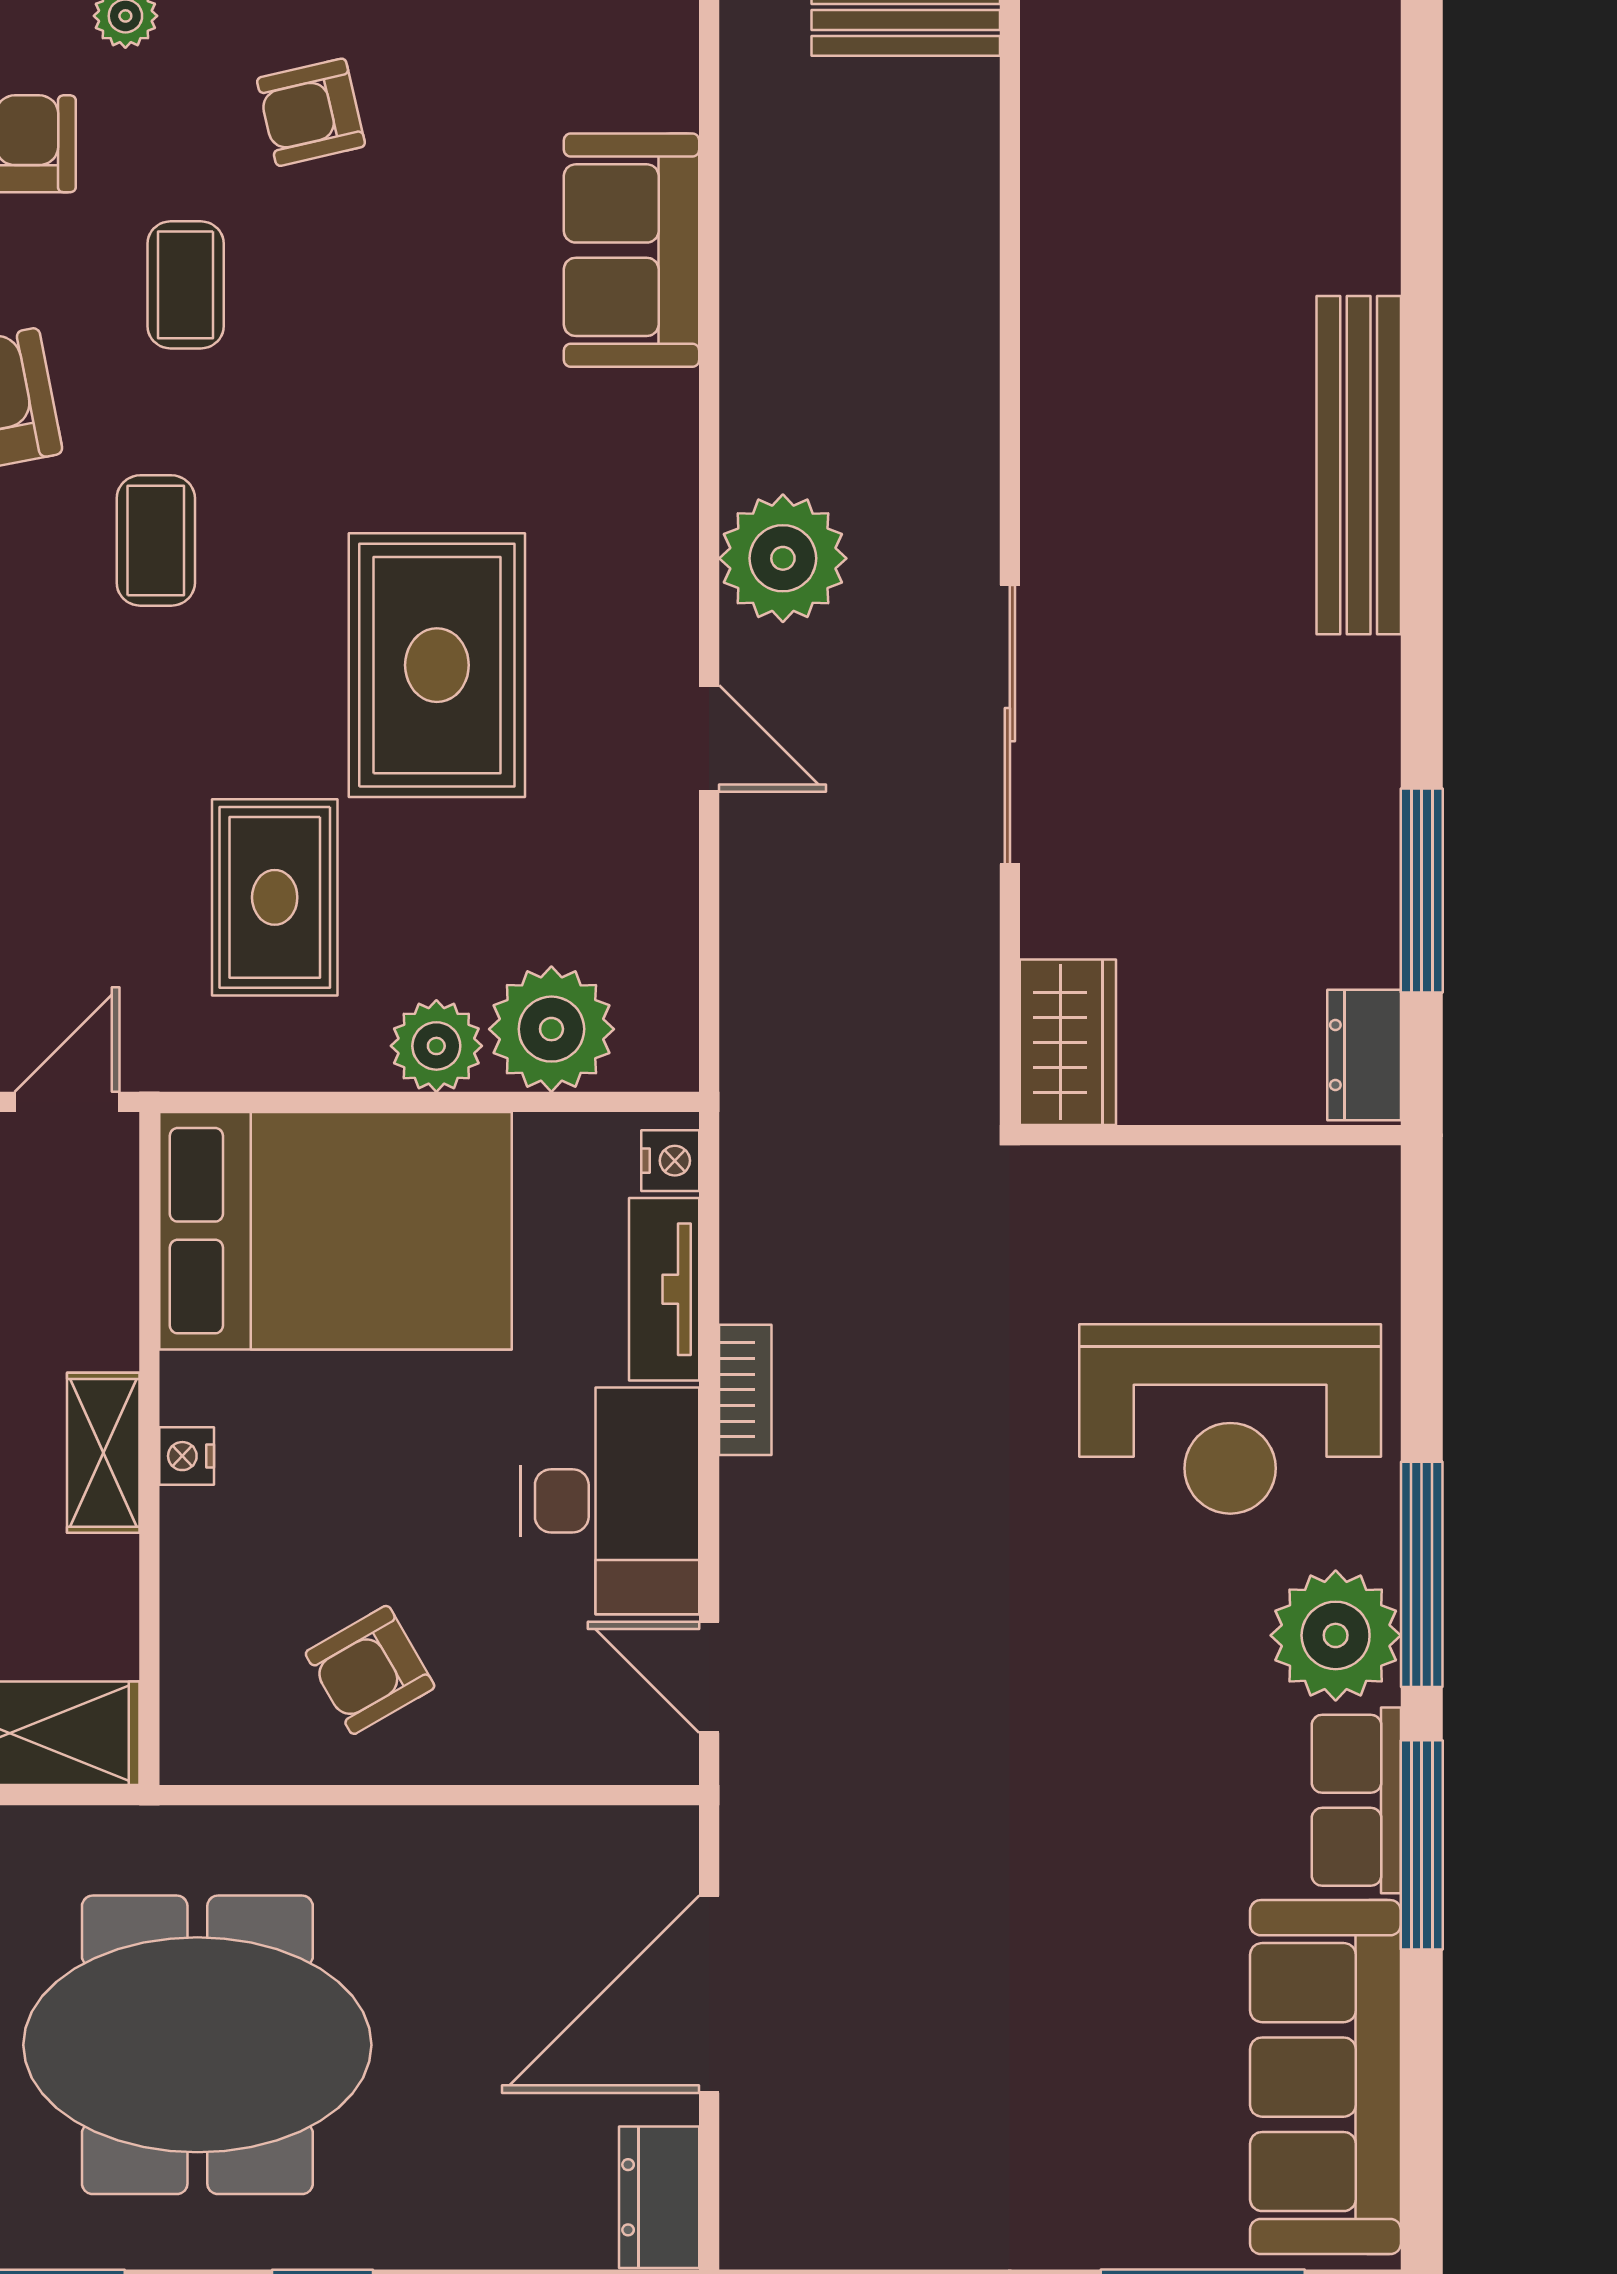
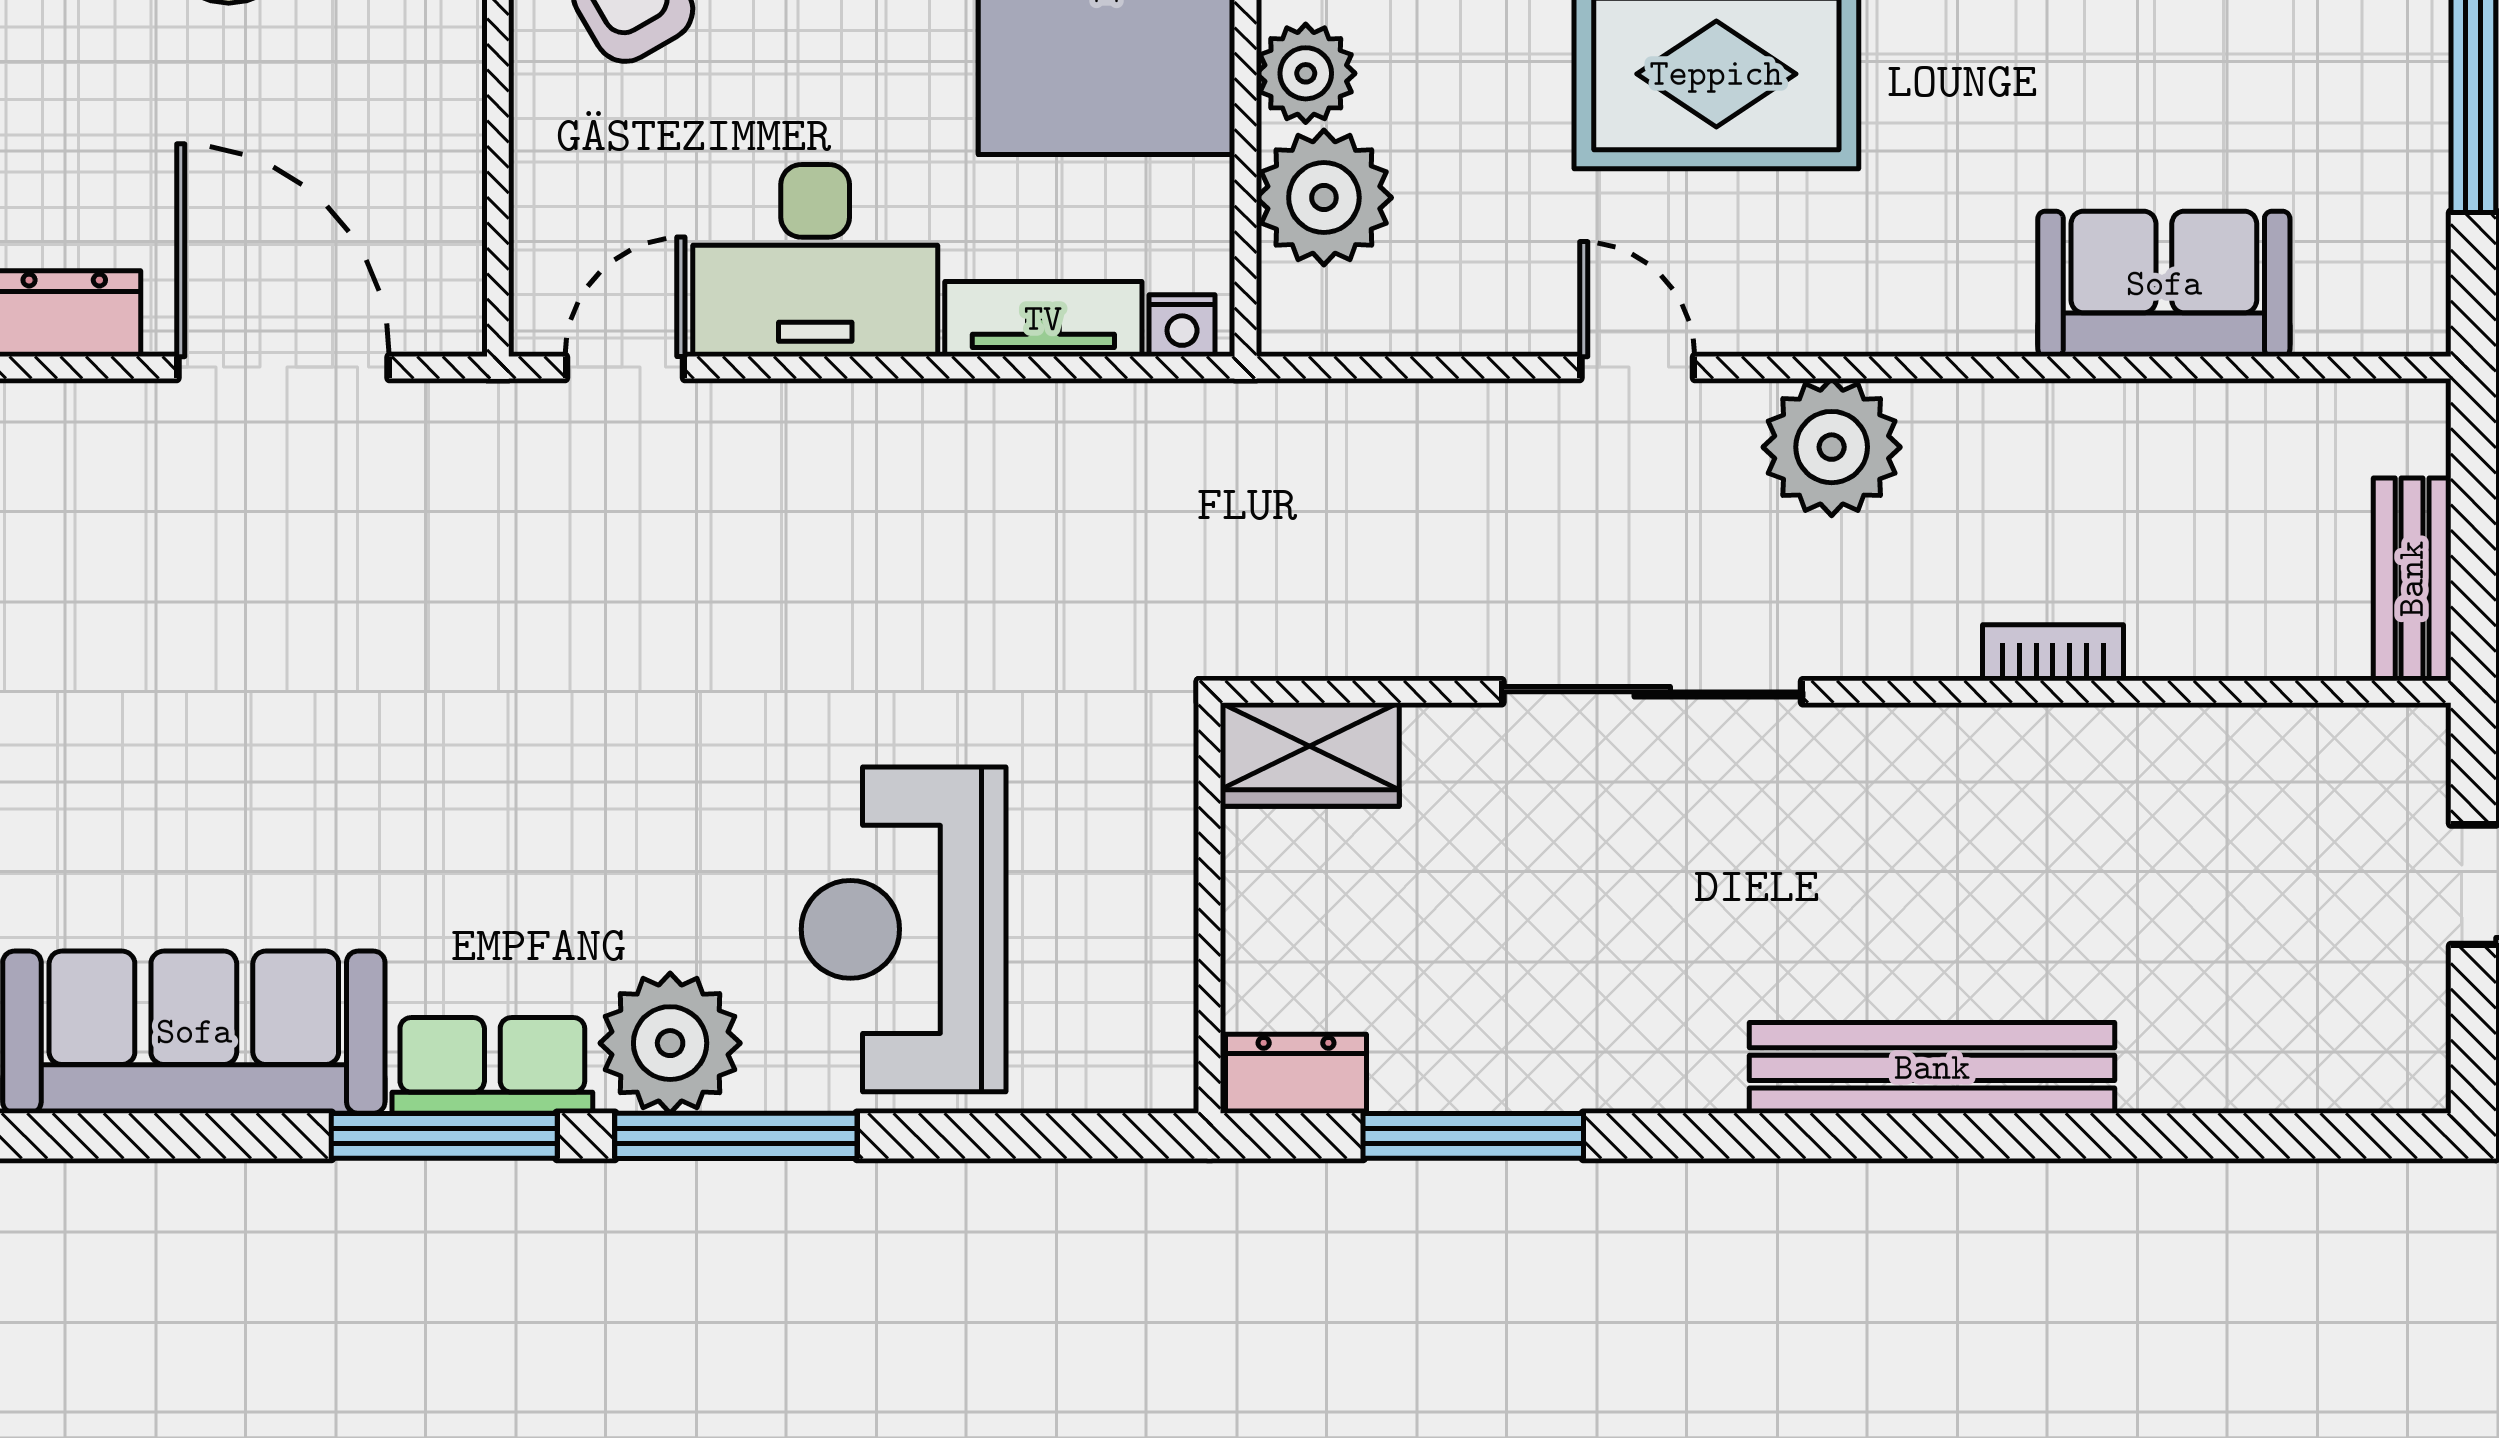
door: (709, 739) -> (1637, 367), swing flipped
bookcase: (745, 1390) -> (2053, 653), moved, turned 180

